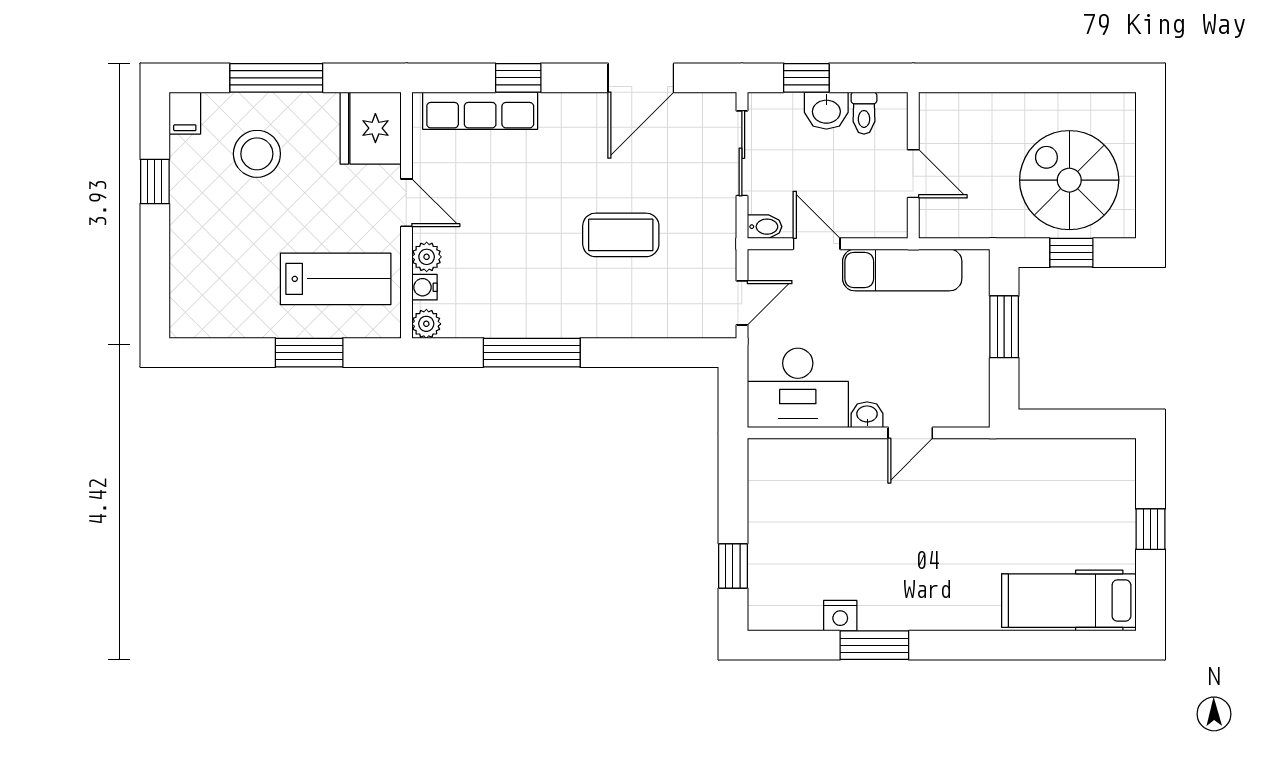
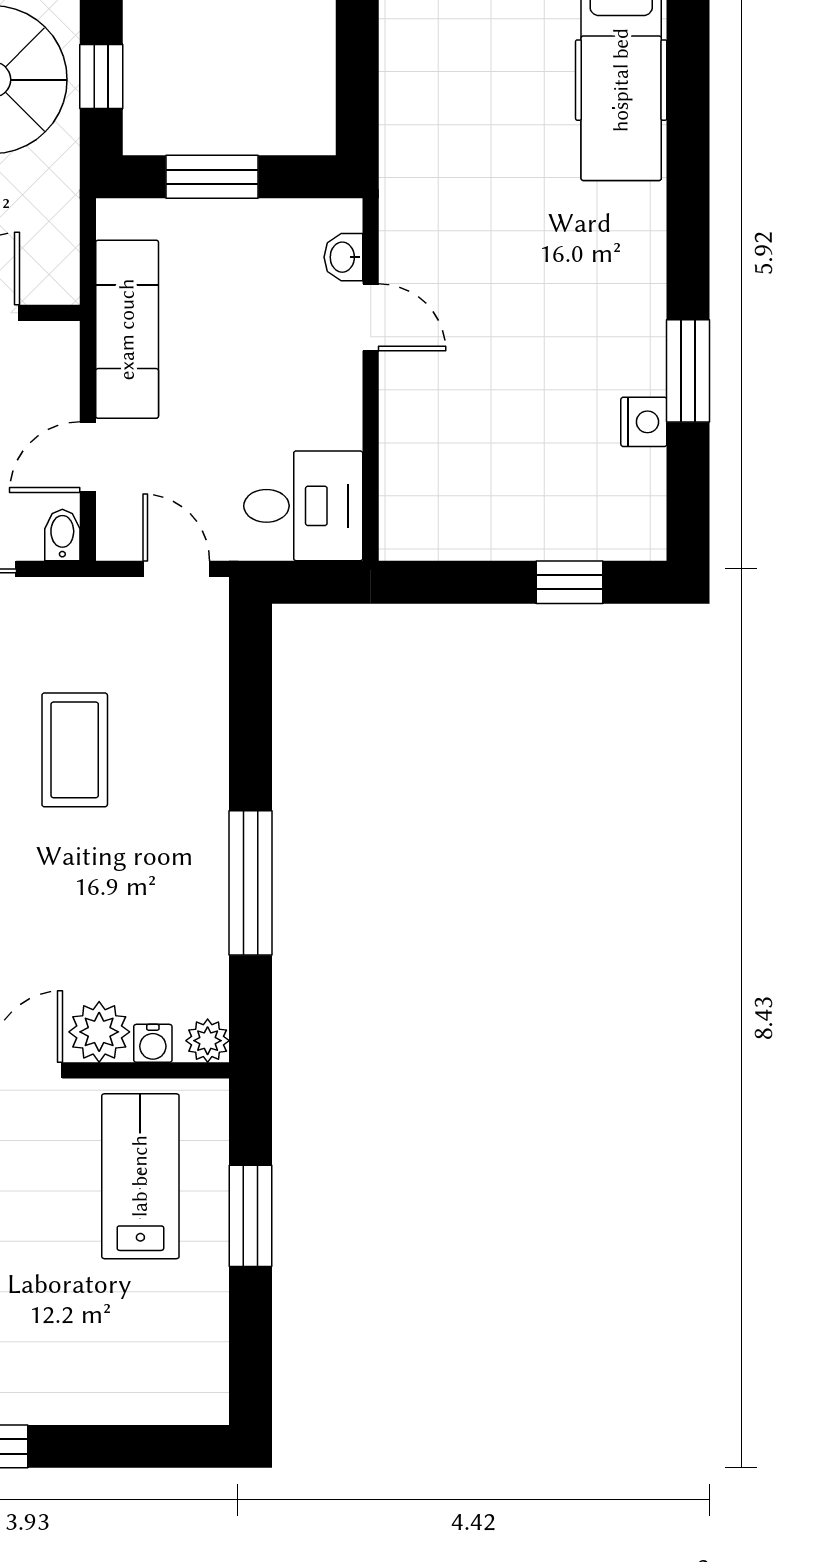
plant: (427, 257) -> (99, 1032), width x1.38, depth x1.38
desk: (798, 388) -> (303, 506), width x0.73
washbasin: (867, 415) -> (343, 257), moved

